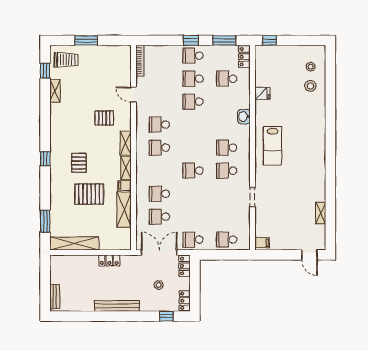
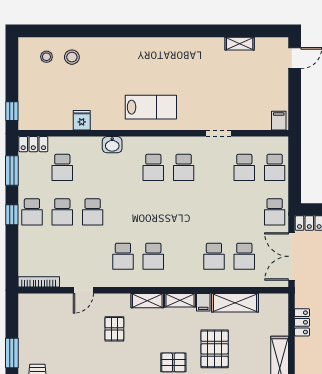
school desk: (193, 171) -> (244, 167), moved

